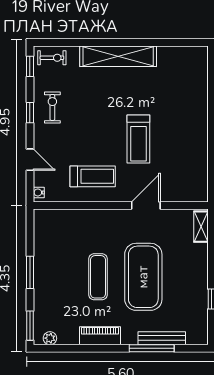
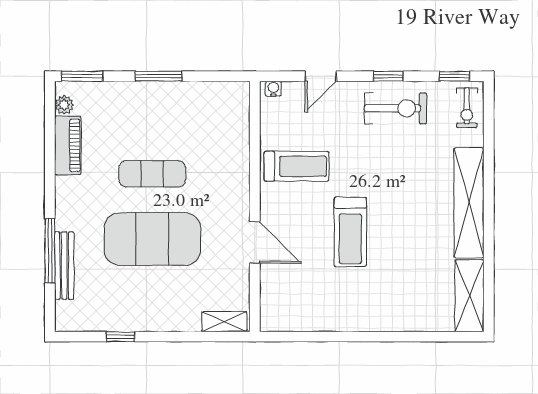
shelving: (183, 56) -> (469, 296), added
exercise bike: (52, 107) -> (395, 108), width x1.38, depth x1.39
treadmill: (138, 139) -> (350, 232), turned -90
treadmill: (93, 176) -> (296, 166), turned -90
piano: (100, 336) -> (68, 146), moved

